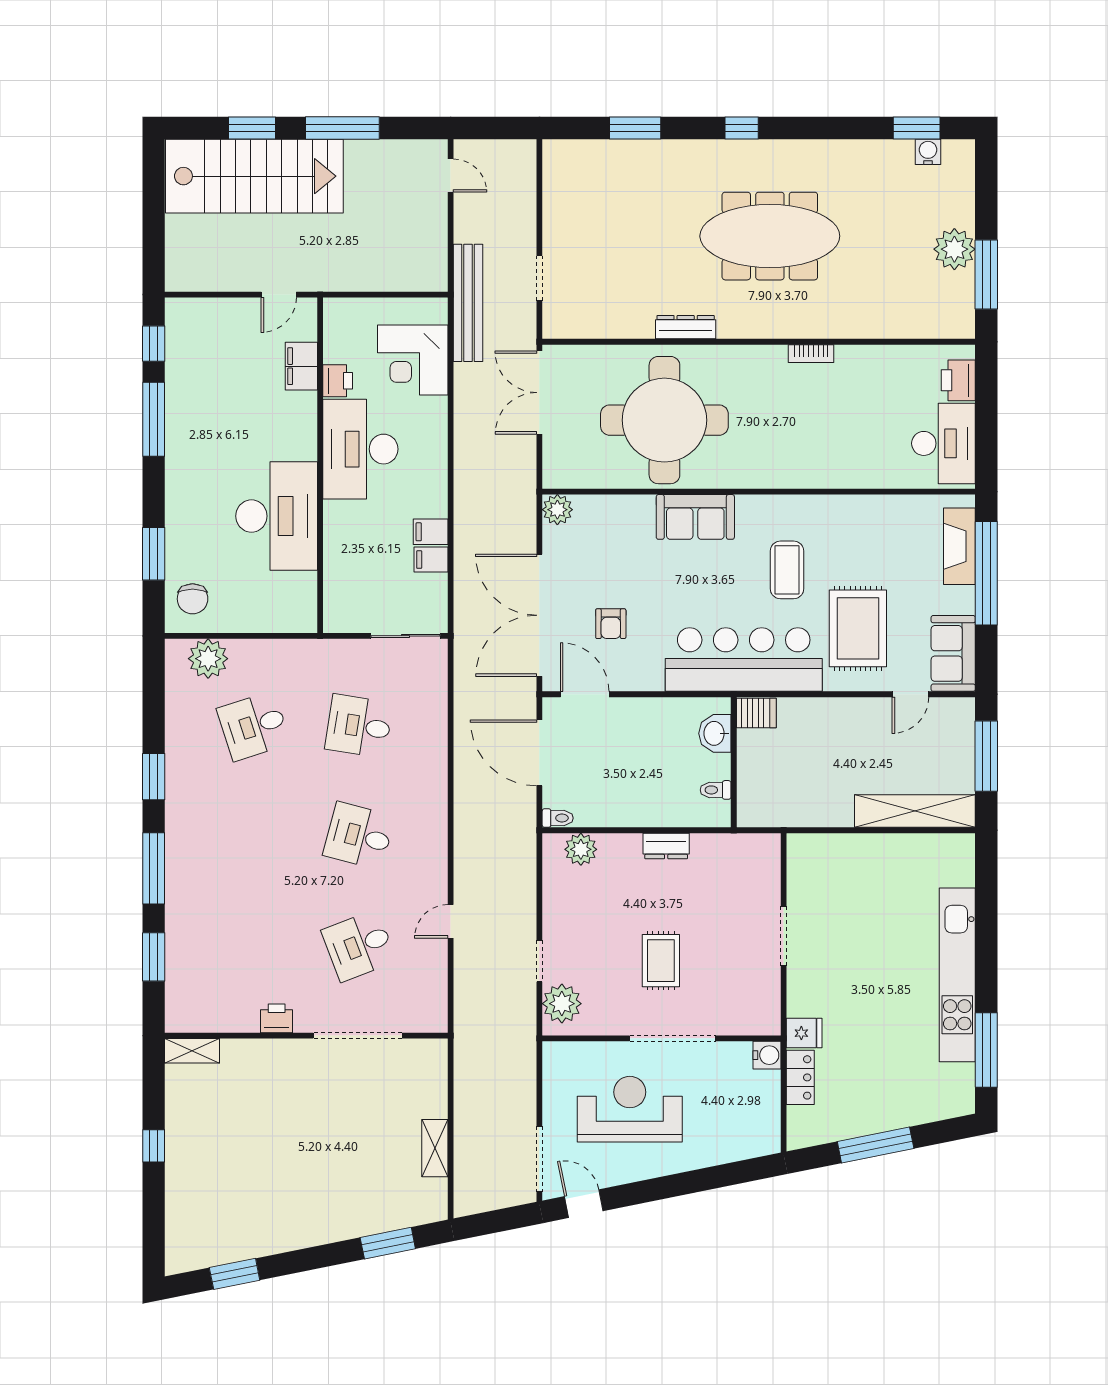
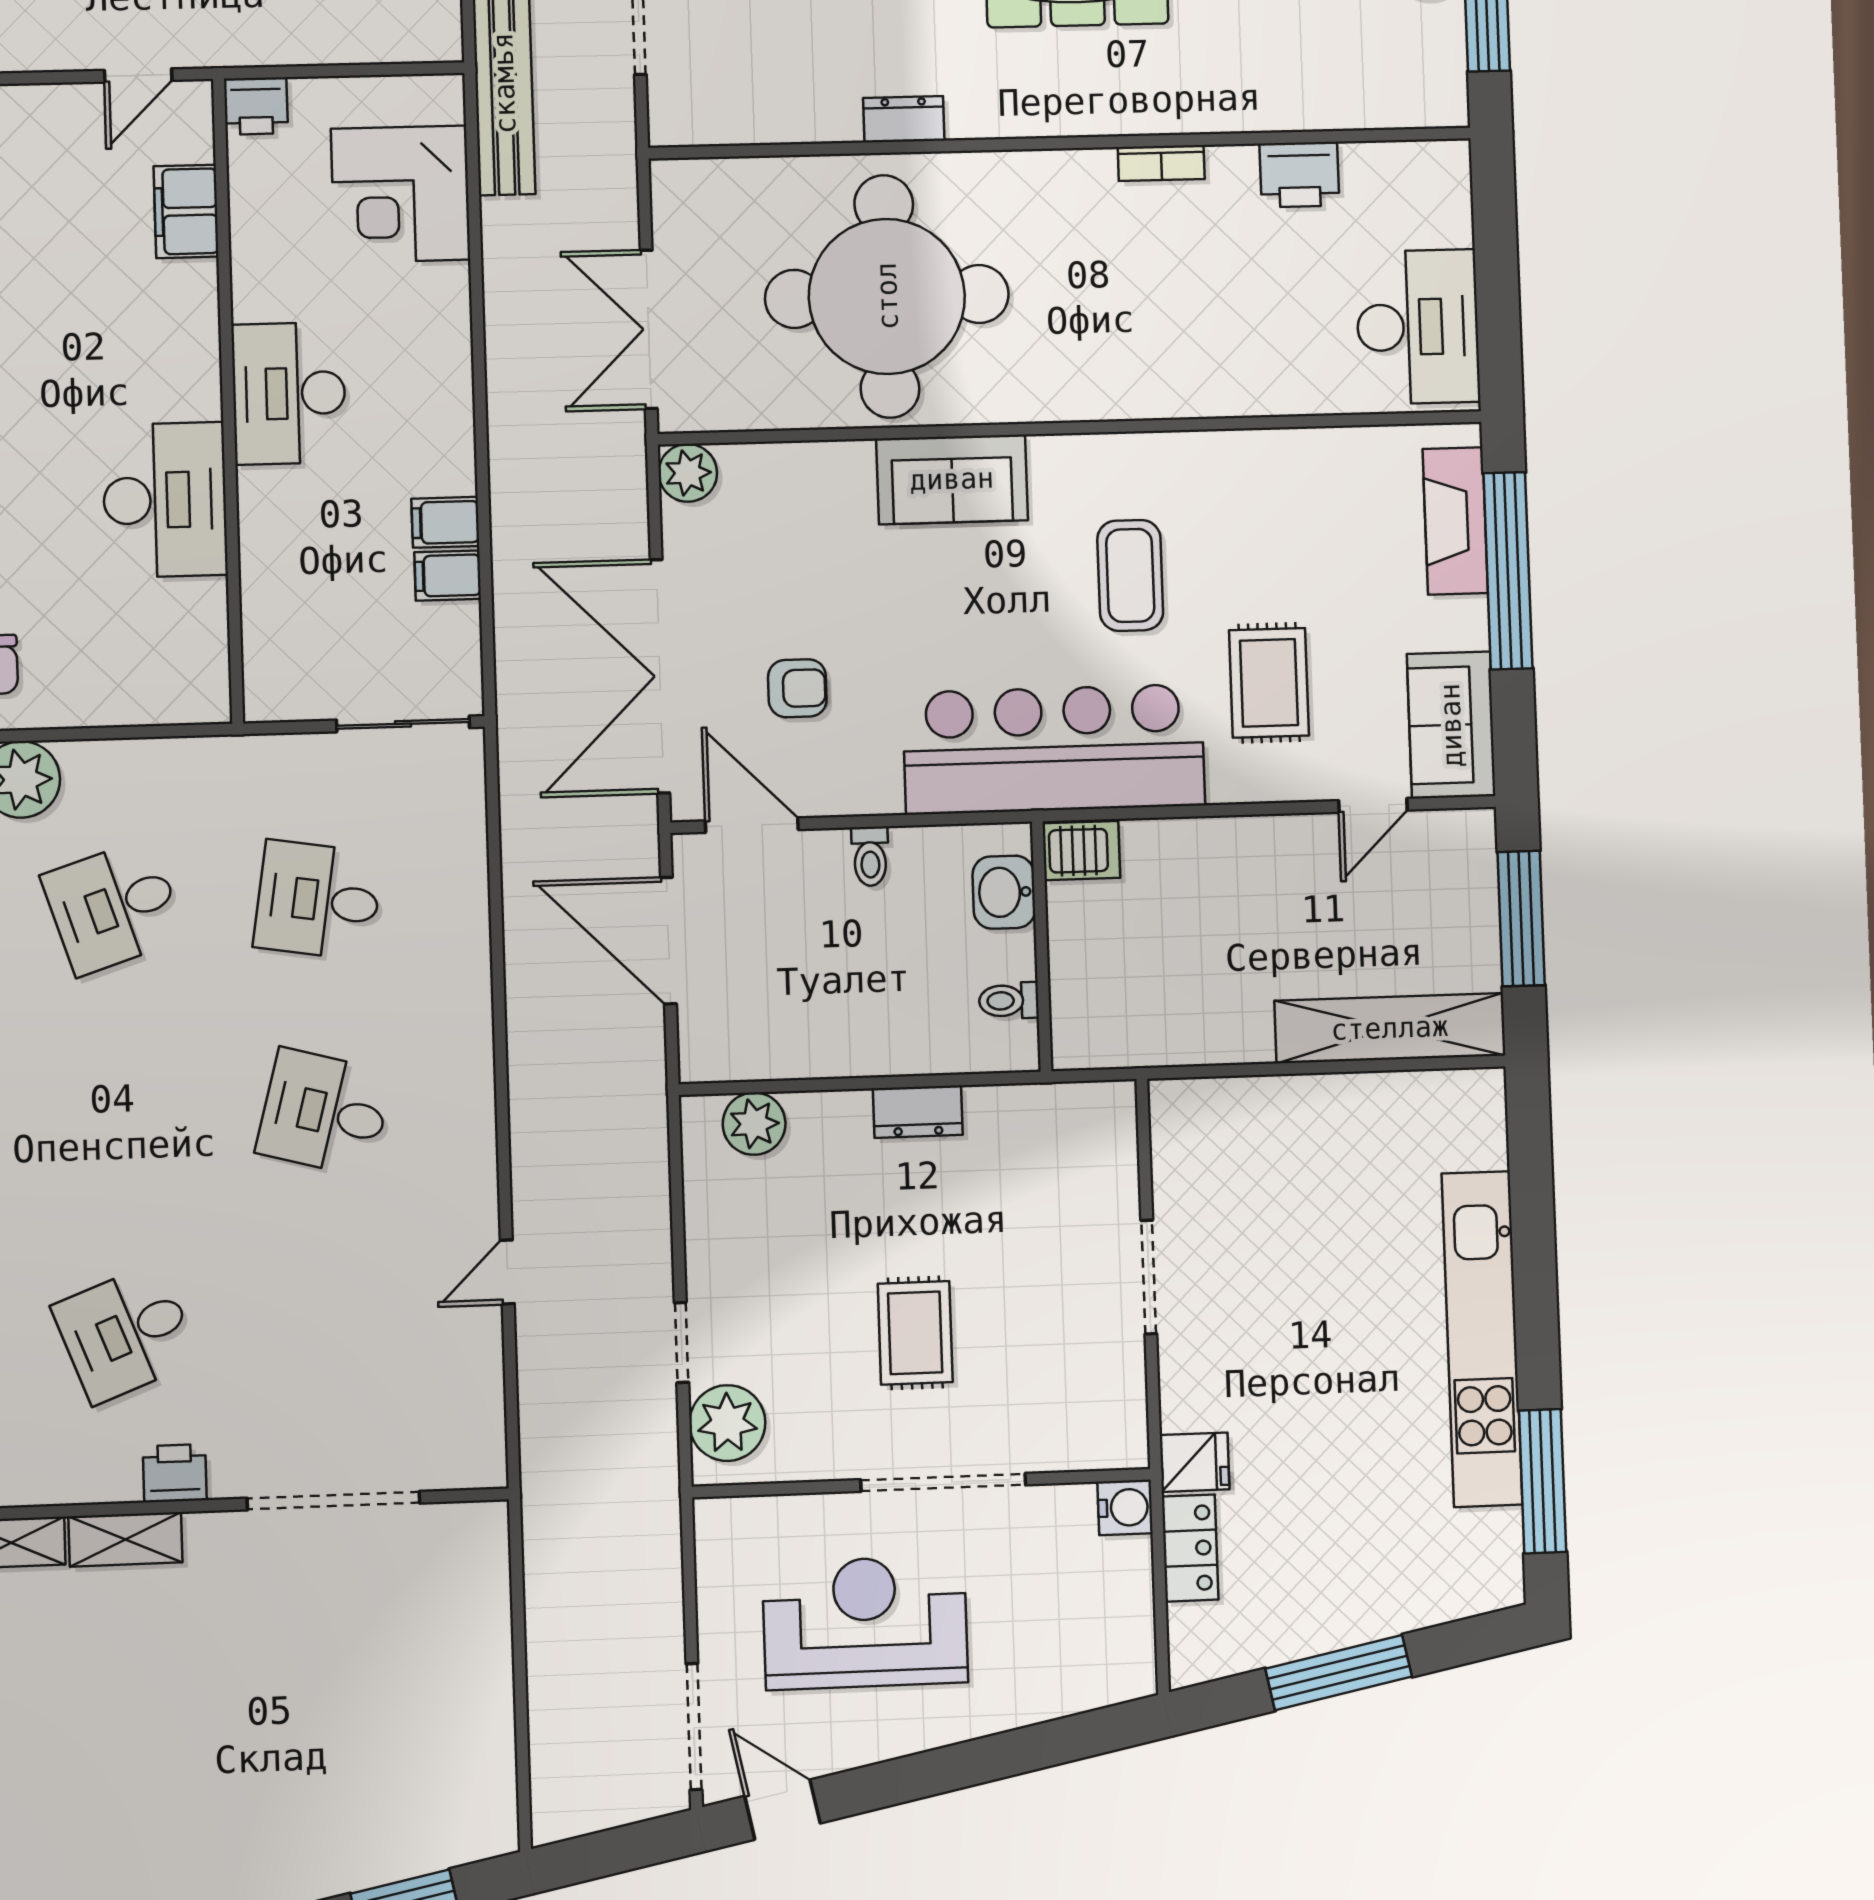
dresser: (686, 327) -> (904, 119), width x0.70
printer: (958, 380) -> (1299, 175), moved, turned -90
printer: (338, 381) -> (256, 106), moved, turned 90
double door: (539, 393) -> (649, 329), moved
desk: (360, 449) -> (289, 393), width x0.73, depth x0.77
desk: (277, 516) -> (165, 500), width x0.73, depth x0.77
armchair: (611, 624) -> (797, 688), turned -90
rug: (858, 628) -> (1269, 683), width x0.73, depth x0.70
toilet: (558, 818) -> (870, 856), moved, turned 90
desk: (359, 946) -> (126, 1333), moved
shelving: (435, 1148) -> (125, 1539), moved, turned 90

